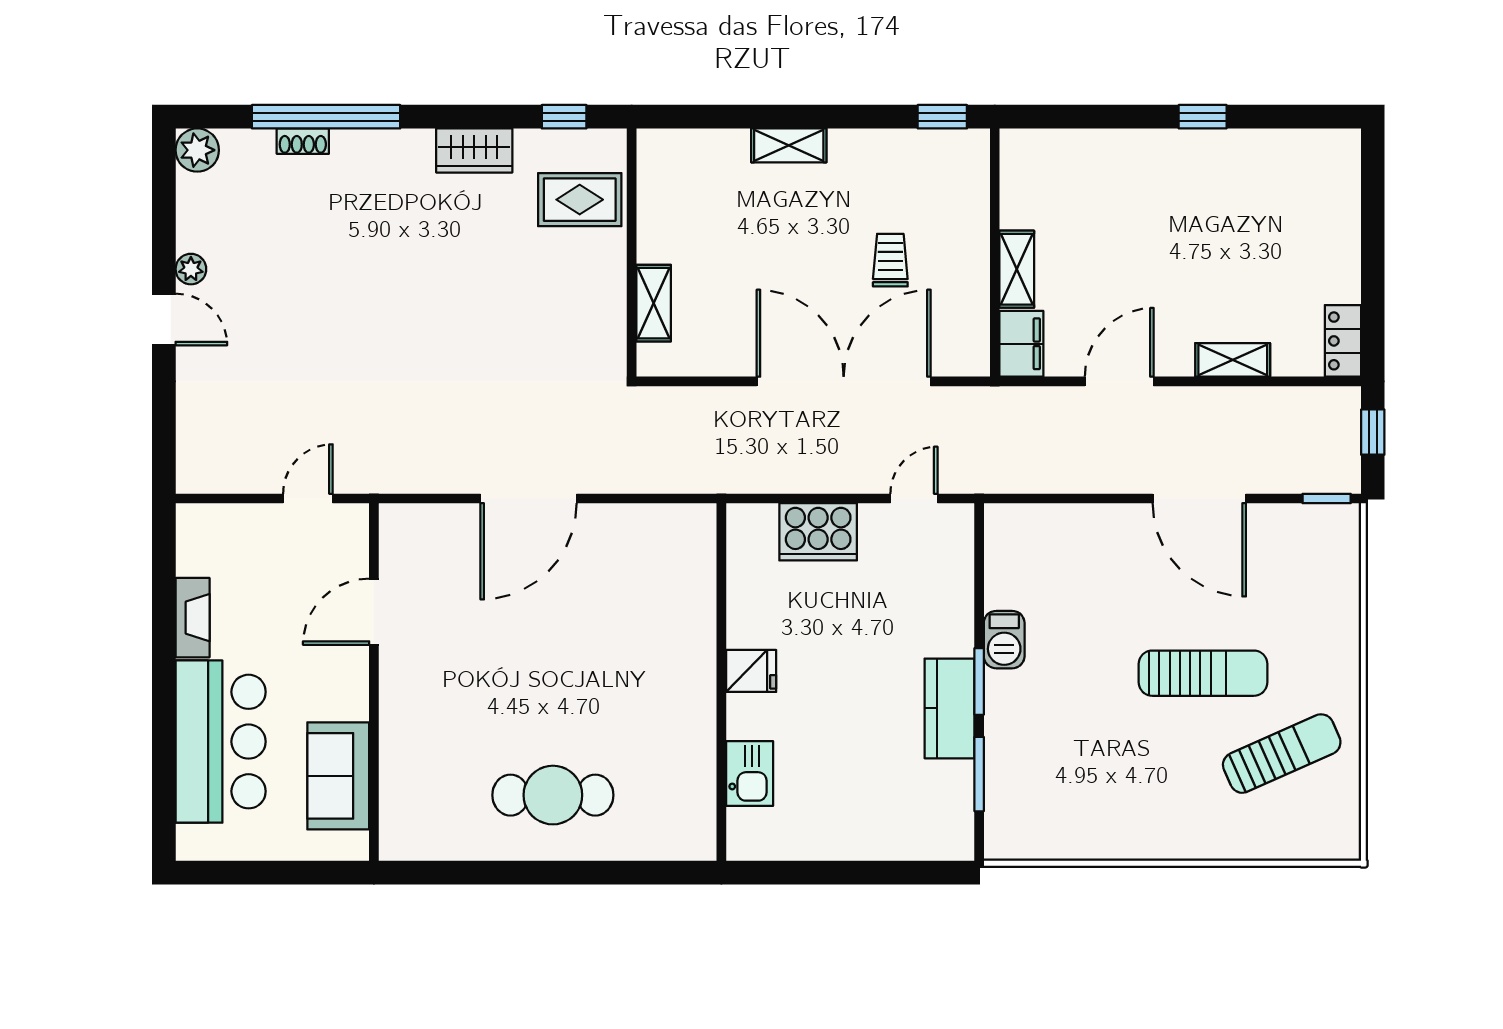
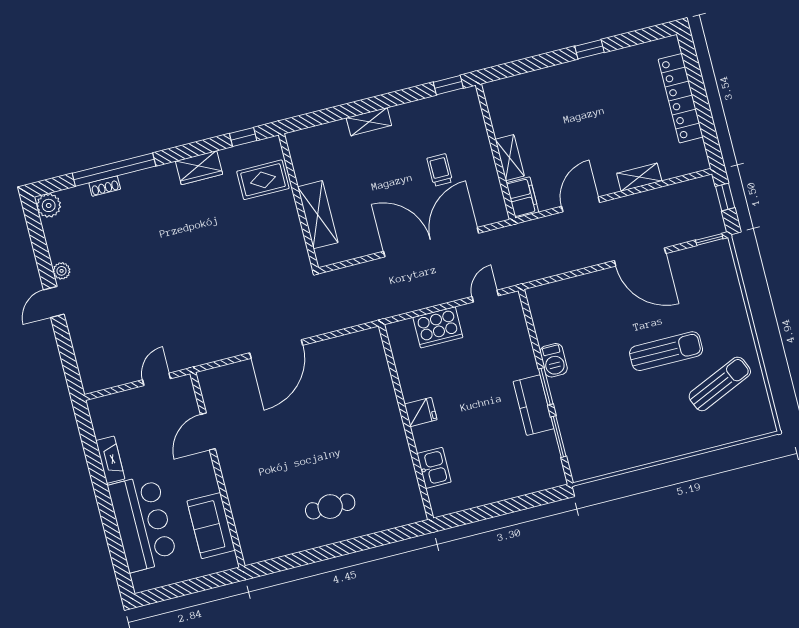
shelving: (654, 303) -> (318, 215), width x1.50, depth x1.33
door: (164, 320) -> (54, 302), swing flipped
locker: (1343, 341) -> (681, 98), moved, width x2.16, depth x1.21
cafe table: (553, 795) -> (330, 507), width x0.73, depth x0.74

